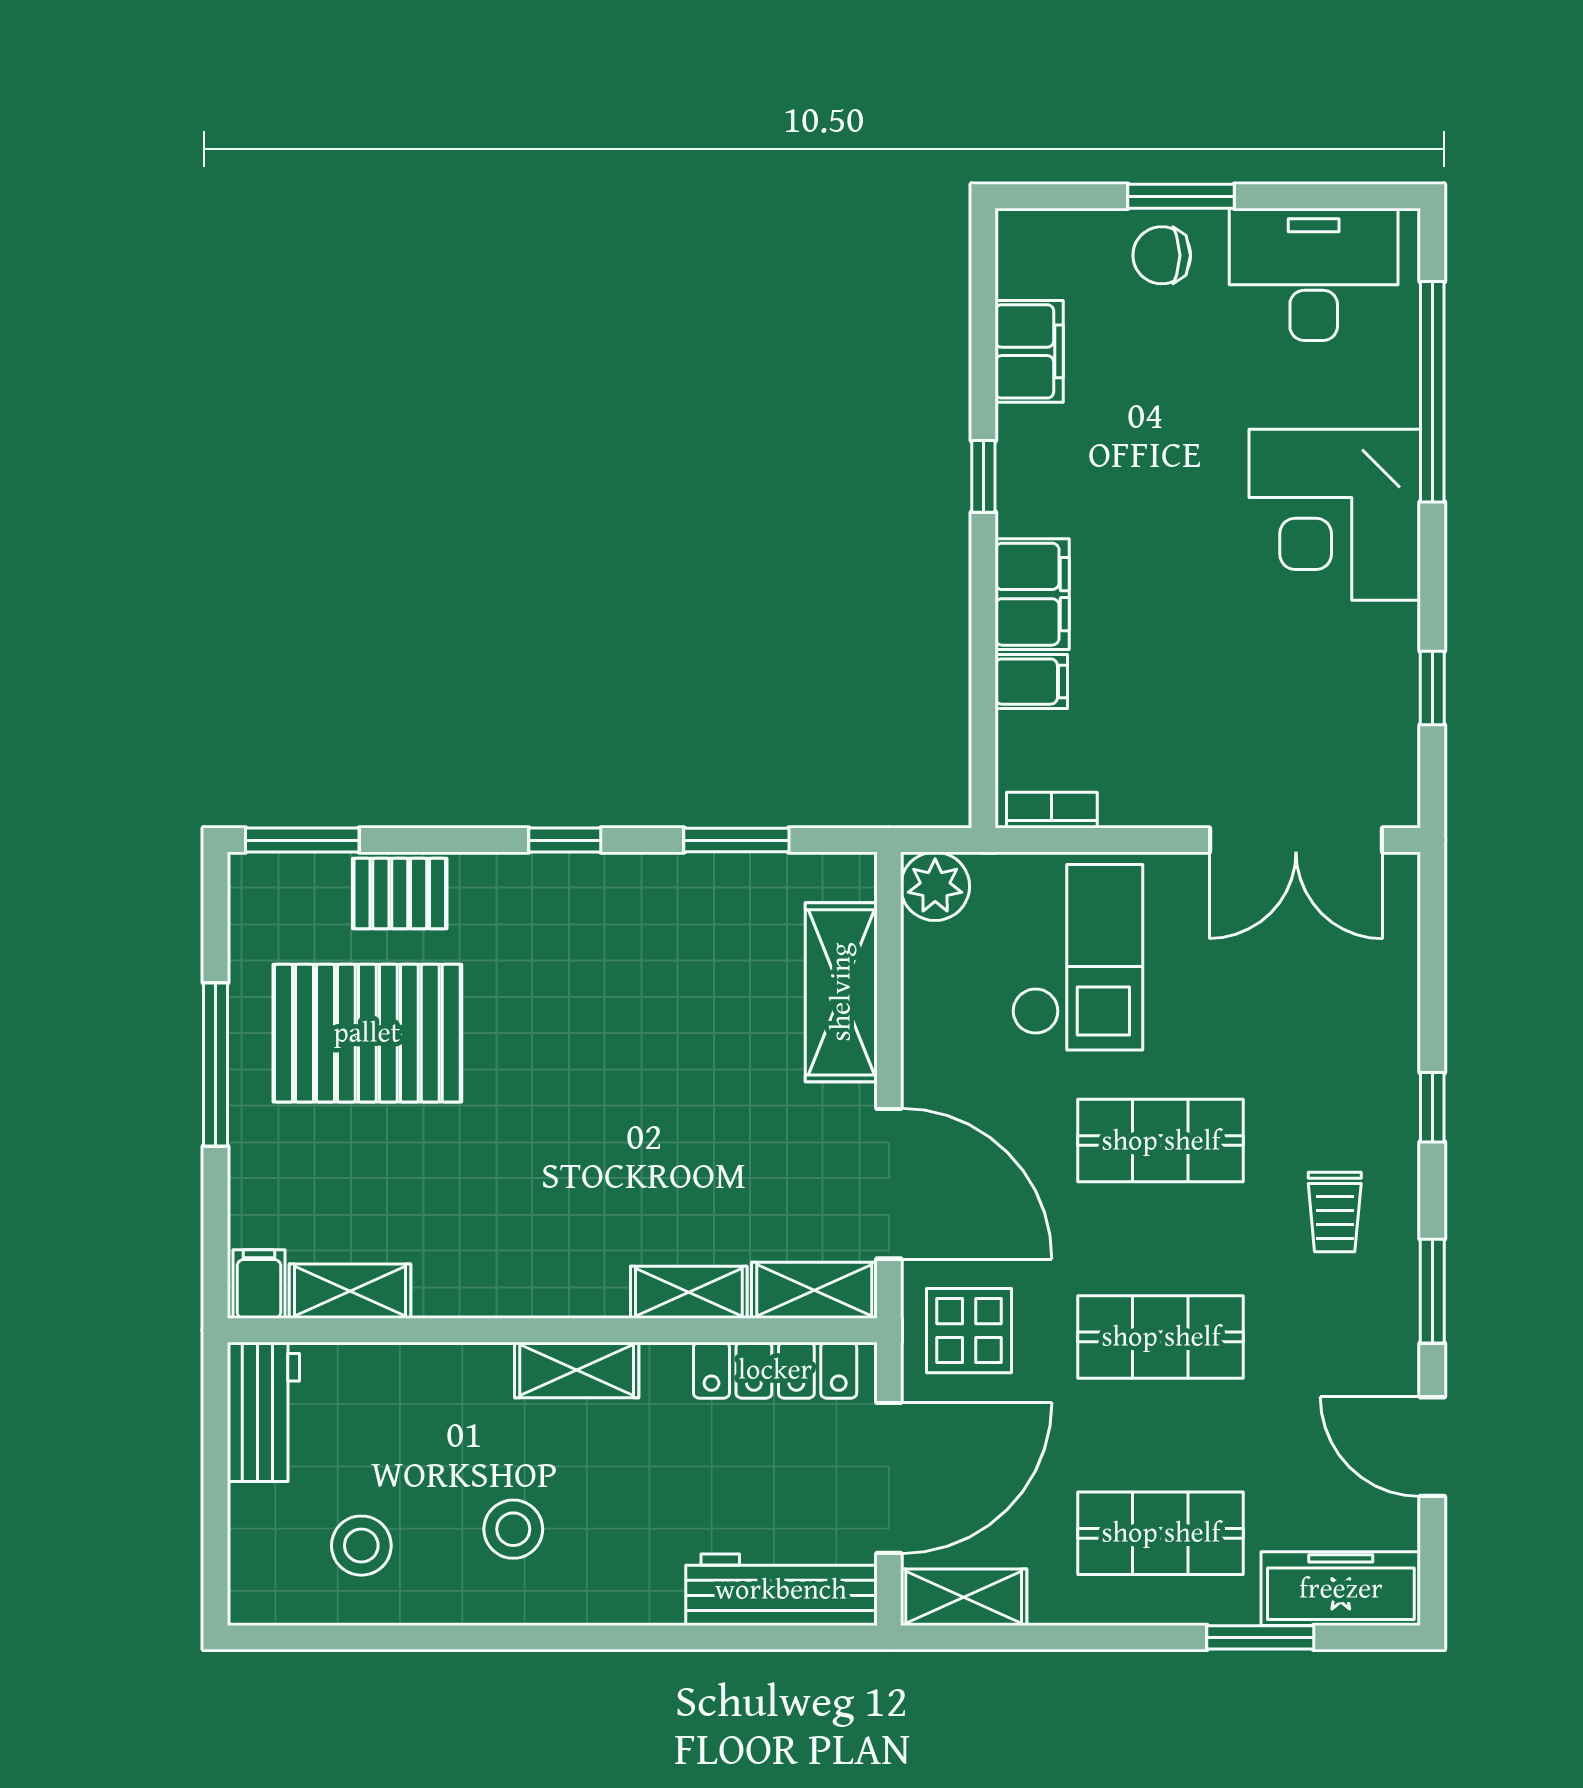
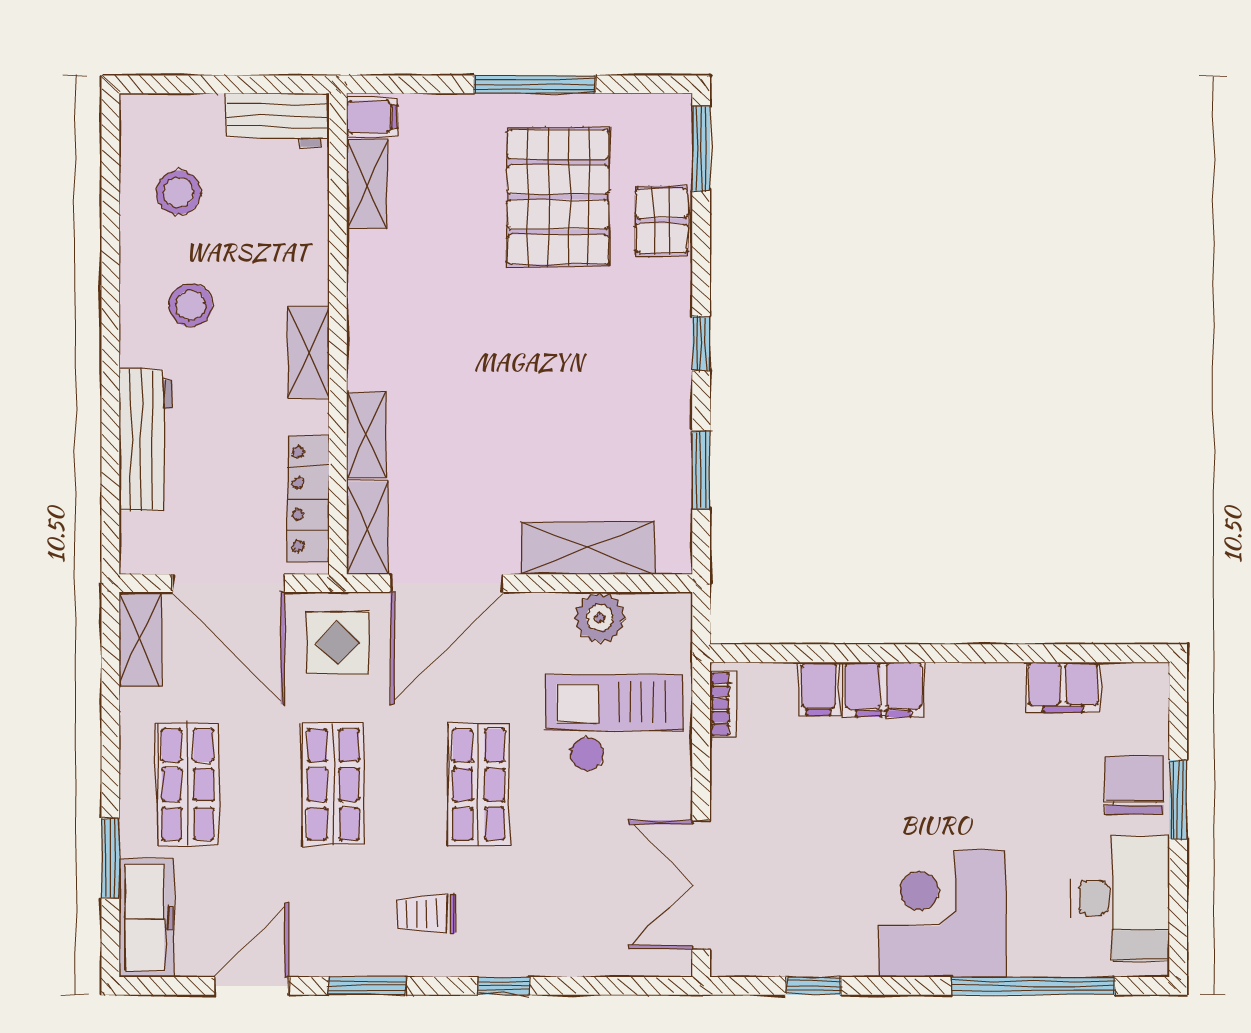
chair: (1162, 255) -> (1134, 785), width x1.37, depth x1.37
window: (983, 476) -> (971, 653), removed
plant: (935, 886) -> (600, 617), moved
checkout: (1077, 957) -> (614, 723), turned 180
workbench: (781, 1590) -> (146, 440), moved

